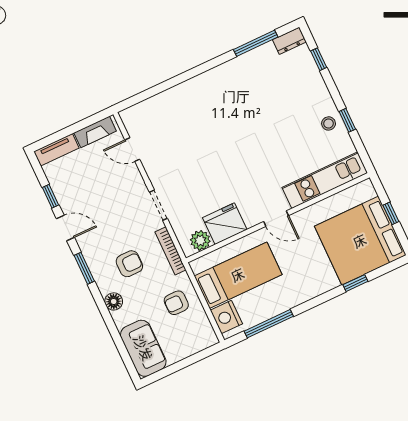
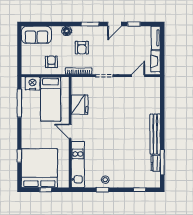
dresser: (289, 41) -> (156, 163), moved
bench: (215, 76) -> (155, 134), added
door: (276, 219) -> (70, 131), hinge flipped
plant: (200, 240) -> (77, 88), removed

